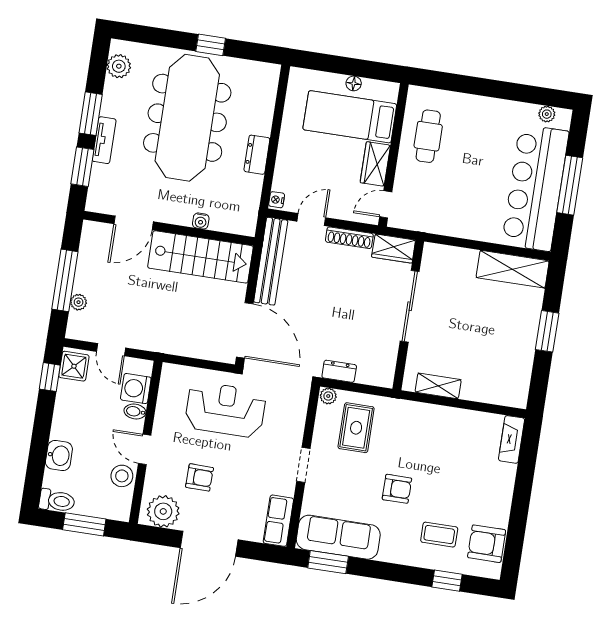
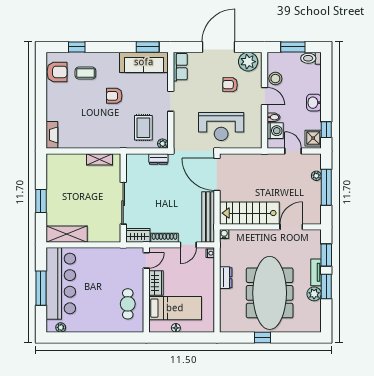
plant: (119, 66) -> (314, 294), moved
water cooler: (201, 221) -> (224, 234), moved
washbasin: (59, 455) -> (314, 103), moved

